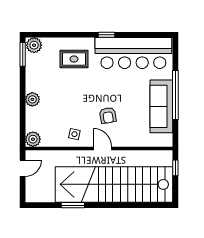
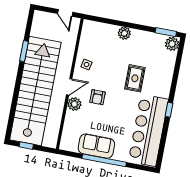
rug: (74, 59) -> (135, 78), moved
sofa: (161, 106) -> (96, 146), width x0.73
armchair: (108, 115) -> (97, 97), turned -80
plant: (33, 139) -> (74, 104), moved
window: (175, 168) -> (26, 146), moved

